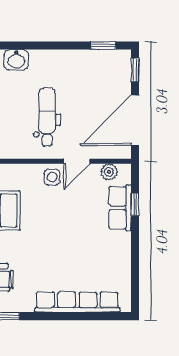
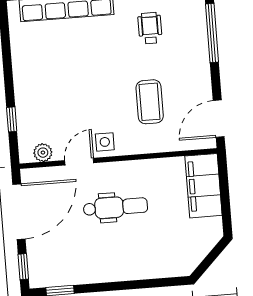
washbasin: (16, 60) -> (154, 267), removed
dental chair: (47, 117) -> (115, 207), turned -90
row of seats: (120, 208) -> (28, 114), removed

